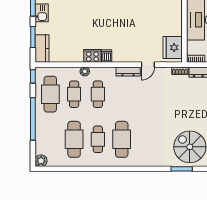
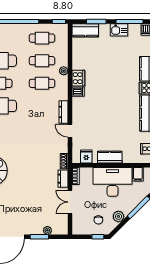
kitchen counter: (176, 23) -> (110, 157), added
fridge: (173, 48) -> (86, 156), width x0.53, depth x0.75
cafe table: (50, 94) -> (42, 38), width x0.73, depth x0.74

